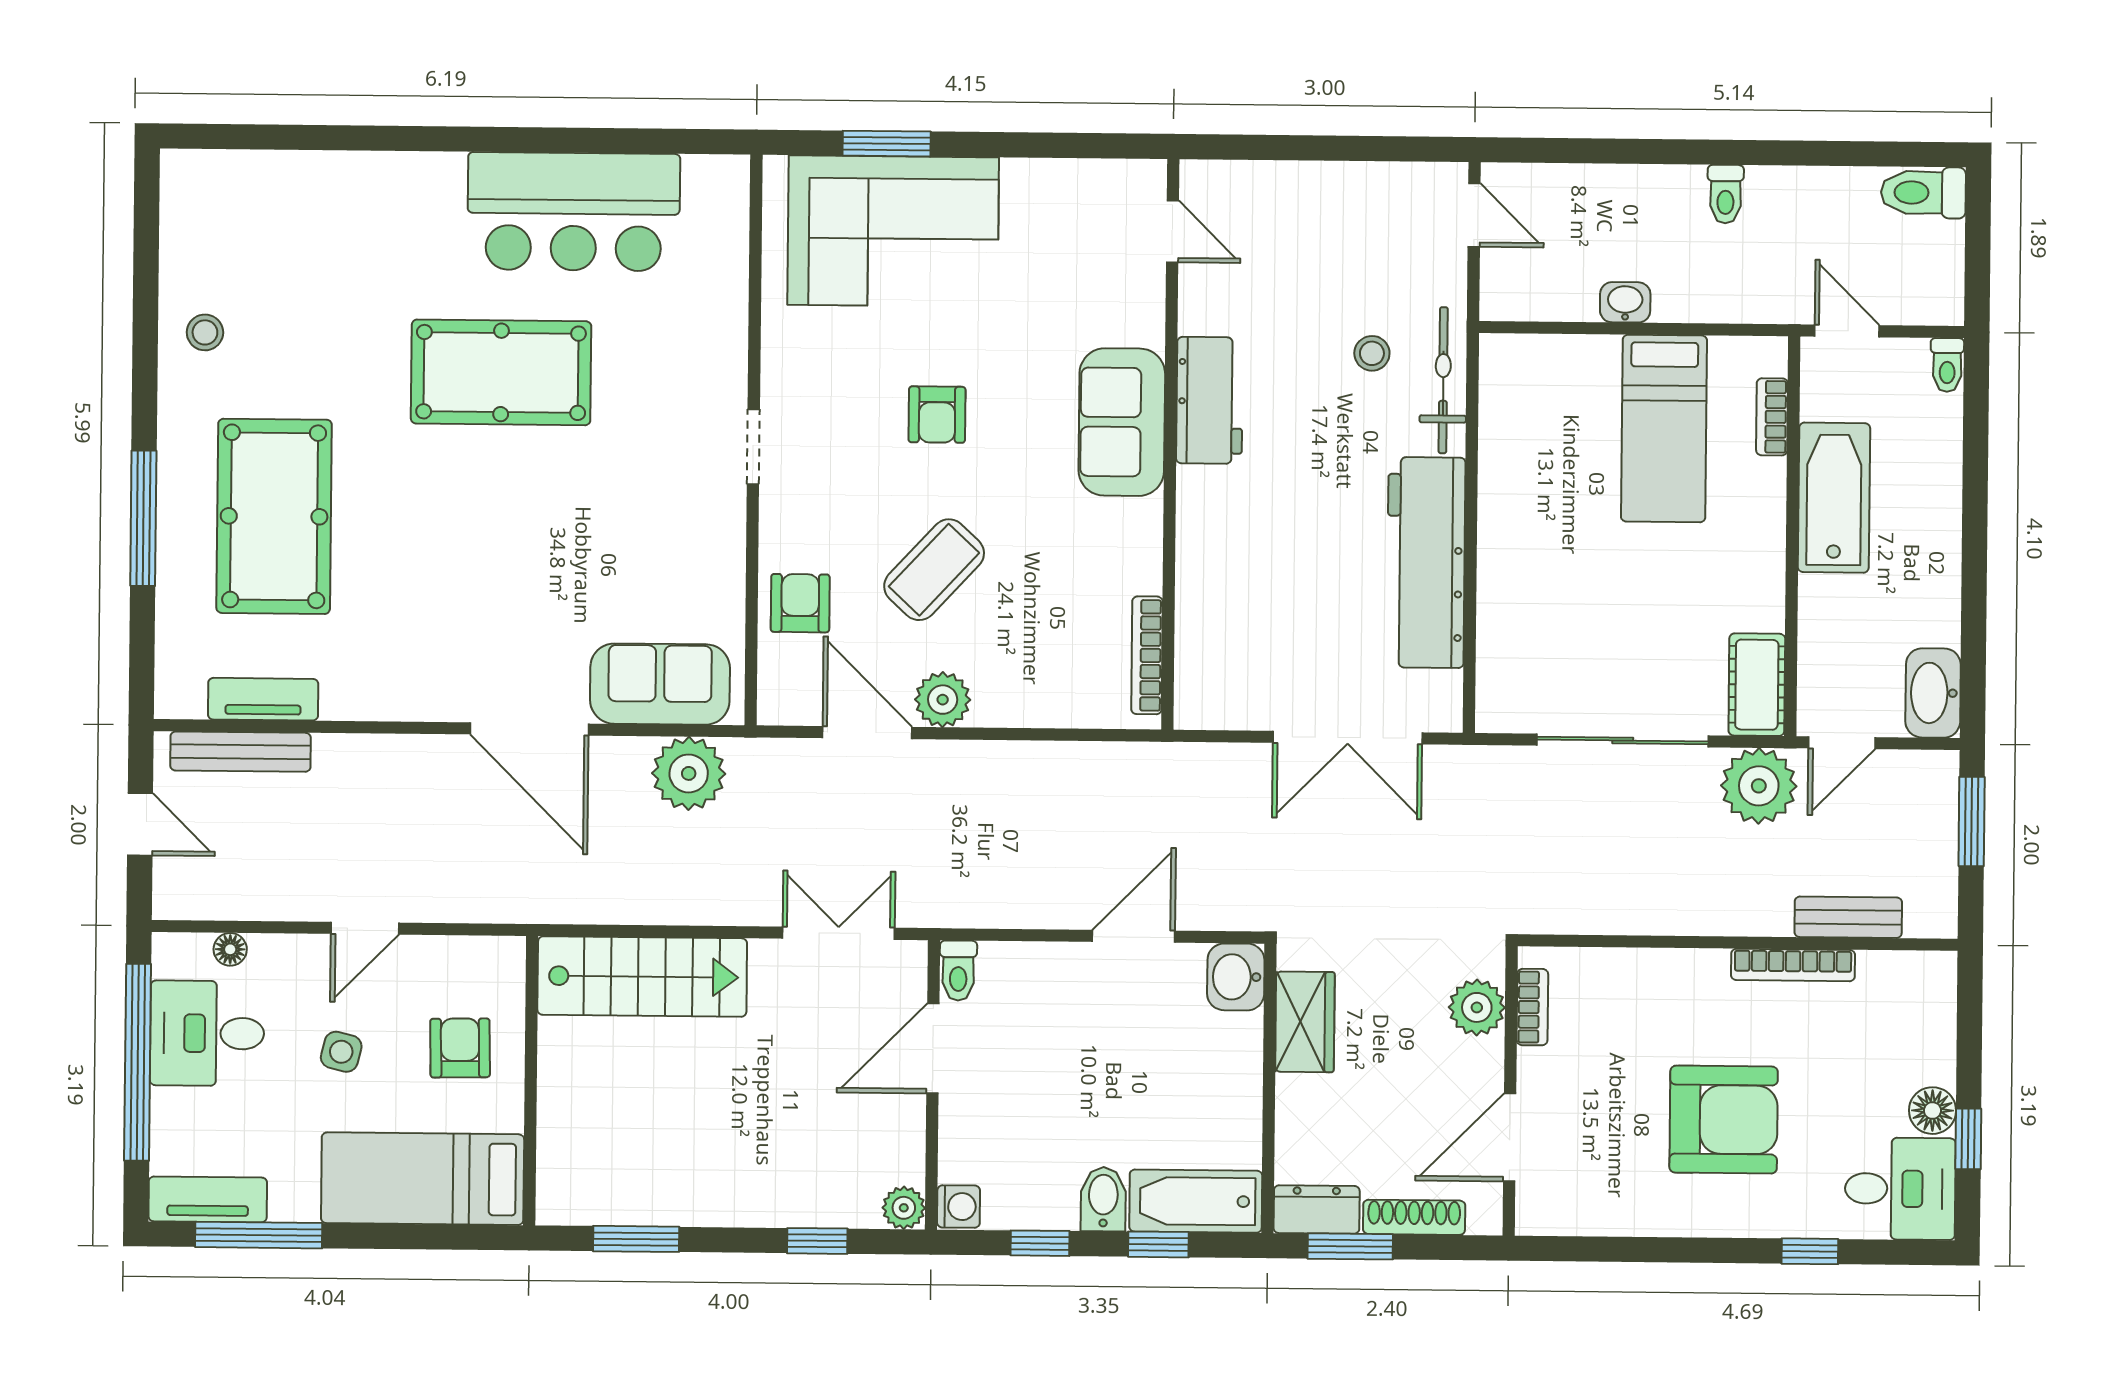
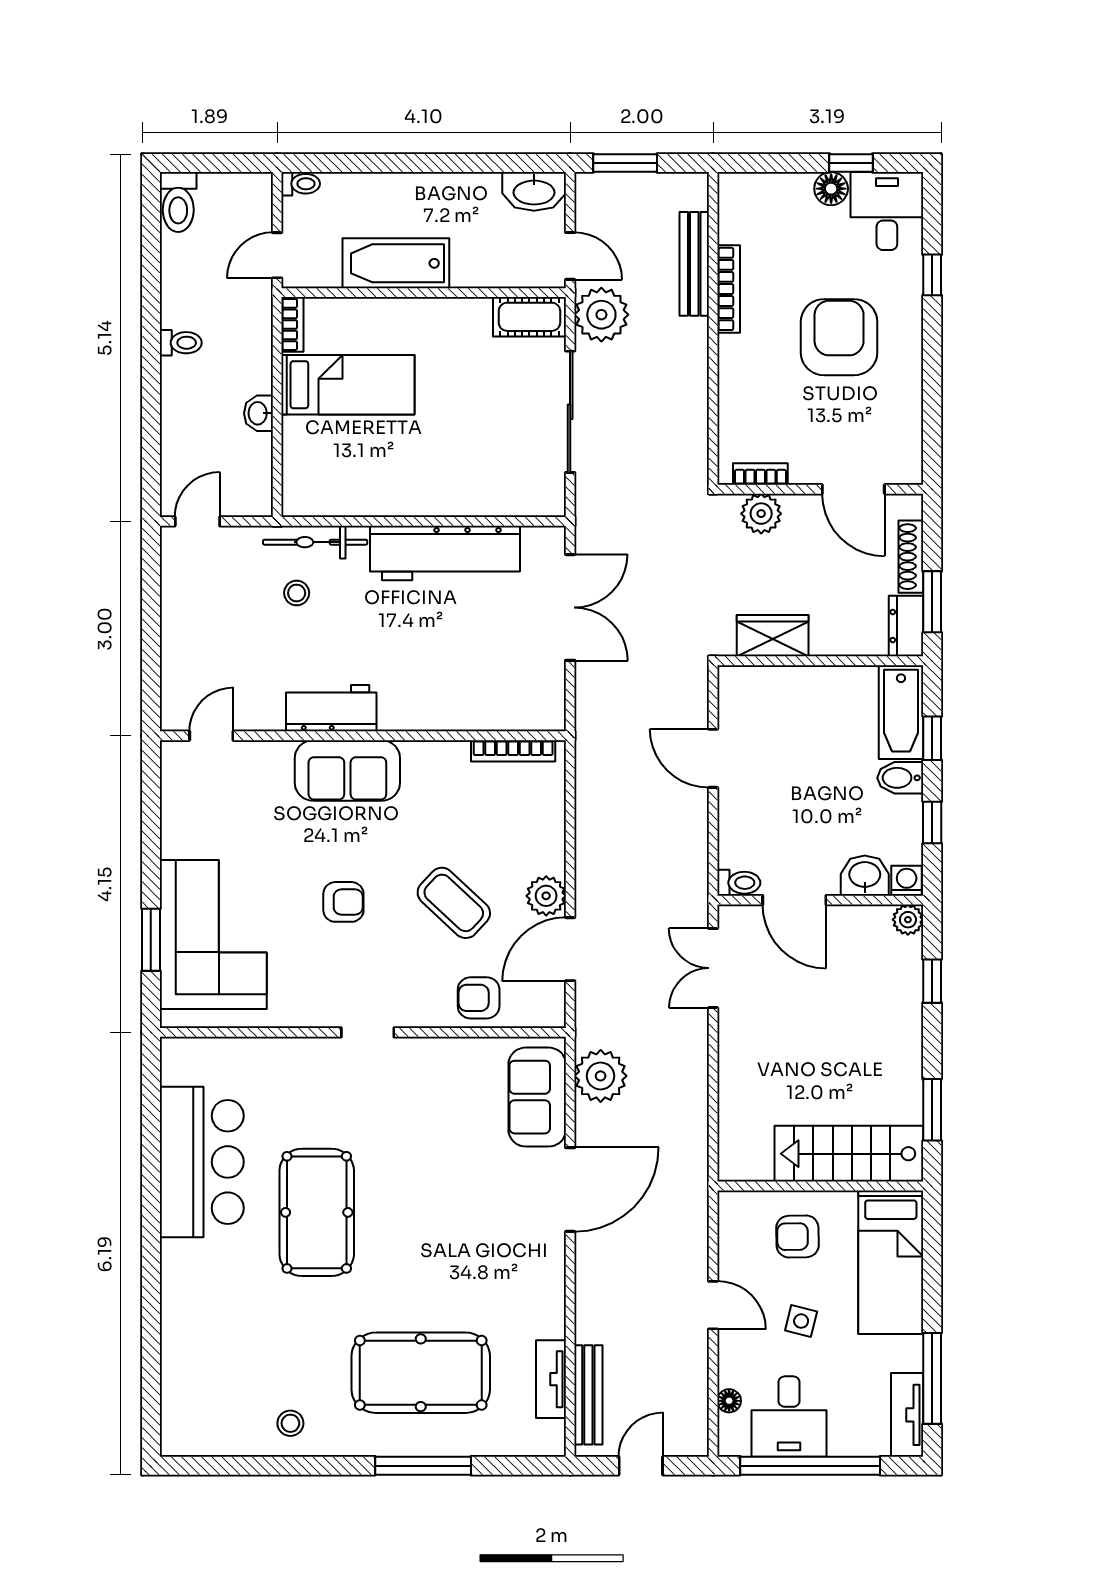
bookcase: (1772, 417) -> (292, 324), moved, turned -90
bench: (1848, 917) -> (694, 264), width x1.36
stairs: (642, 977) -> (849, 1154), moved, turned -90
washbasin: (1236, 977) -> (865, 876), moved, turned 180

